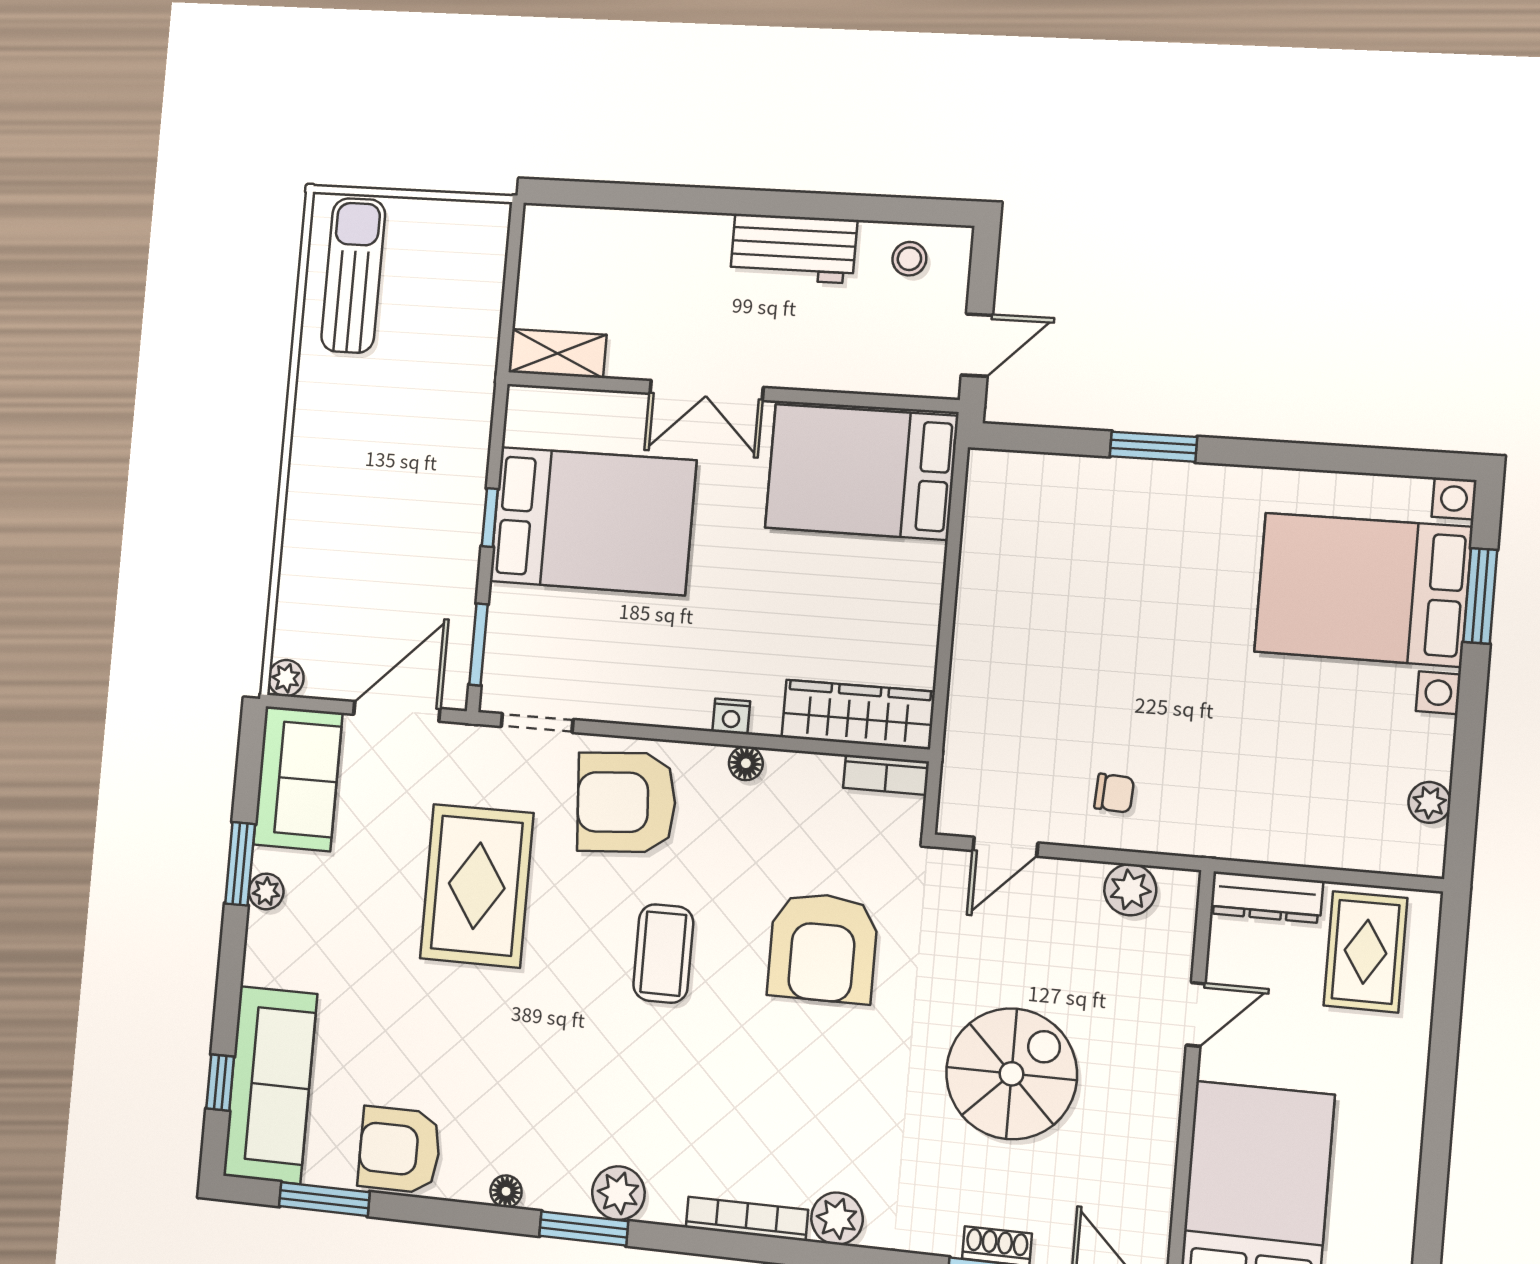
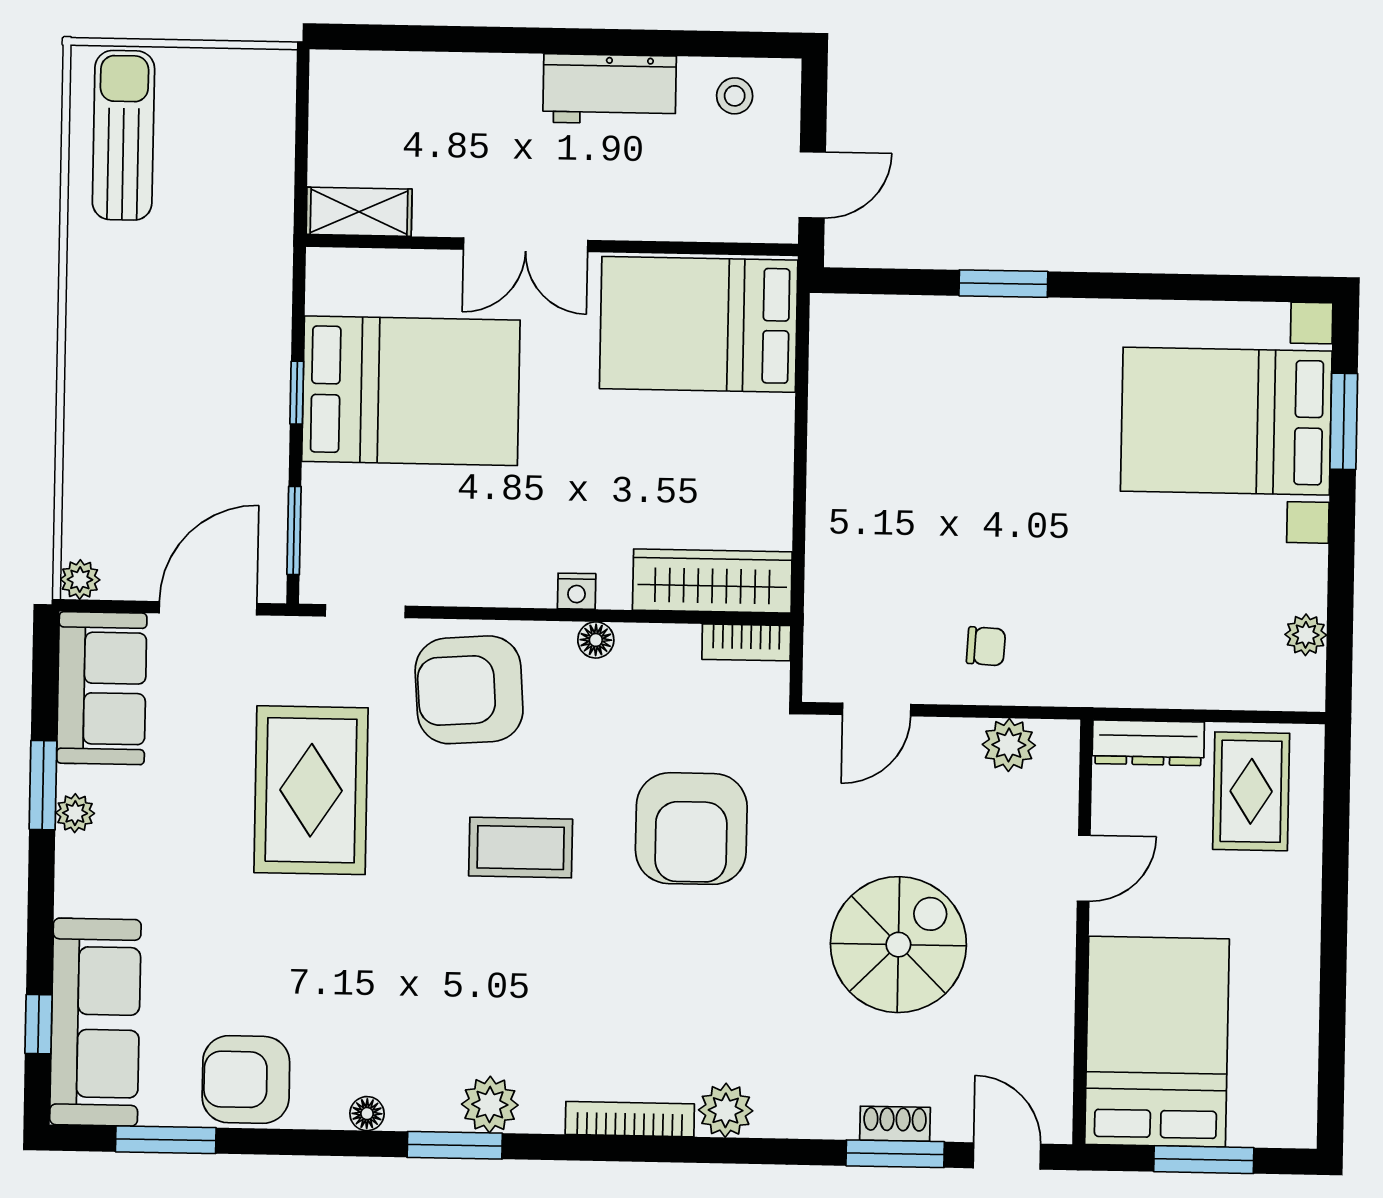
coffee table: (663, 954) -> (521, 848), turned 90

